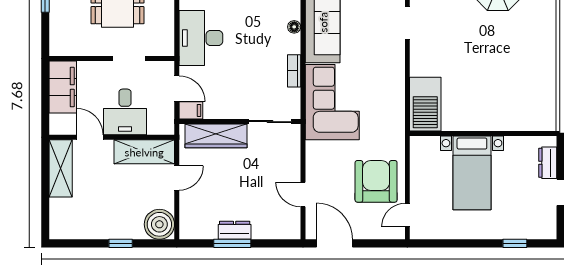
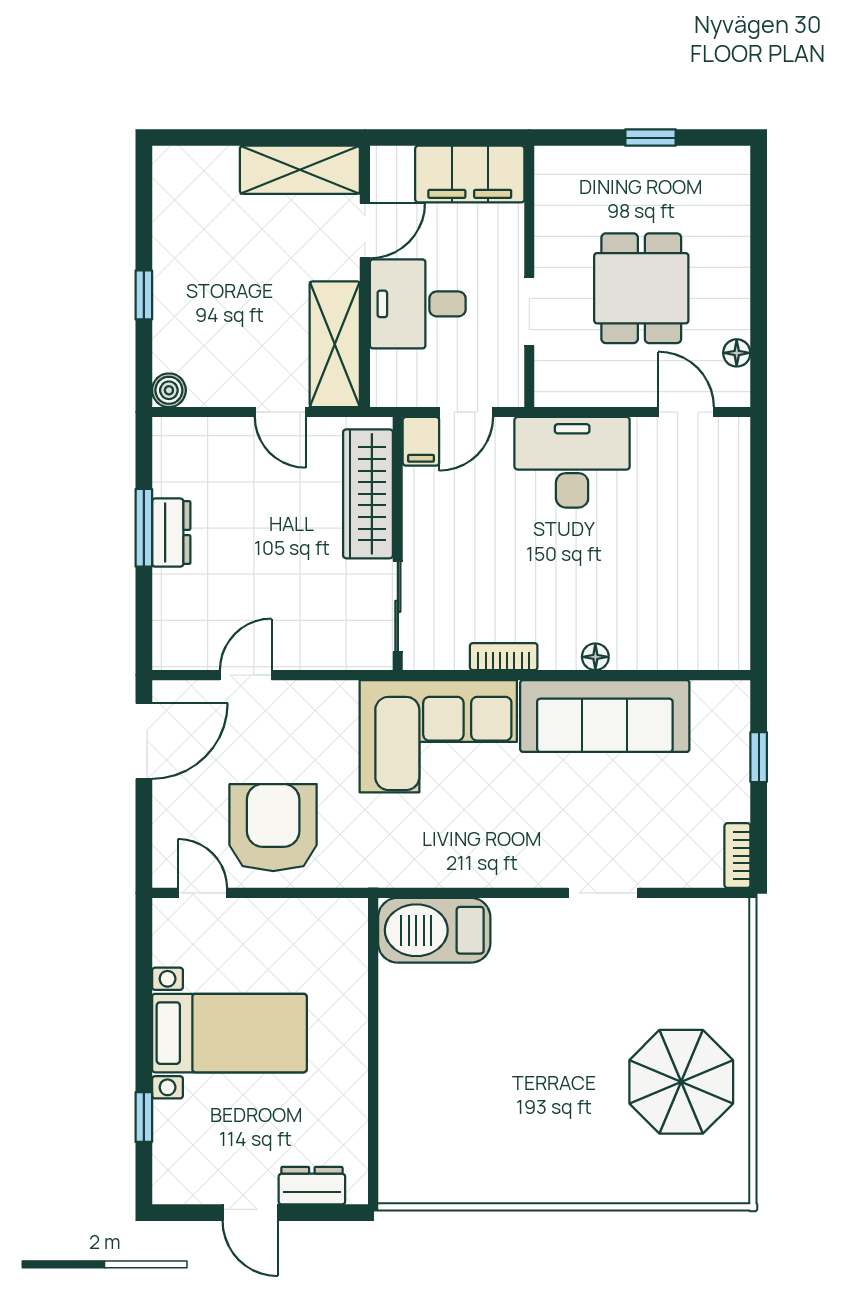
bed with nightstands: (472, 173) -> (229, 1033), moved, turned 180
armchair: (376, 181) -> (273, 828), turned -90
boiler: (159, 224) -> (169, 390), width x0.54, depth x0.54

